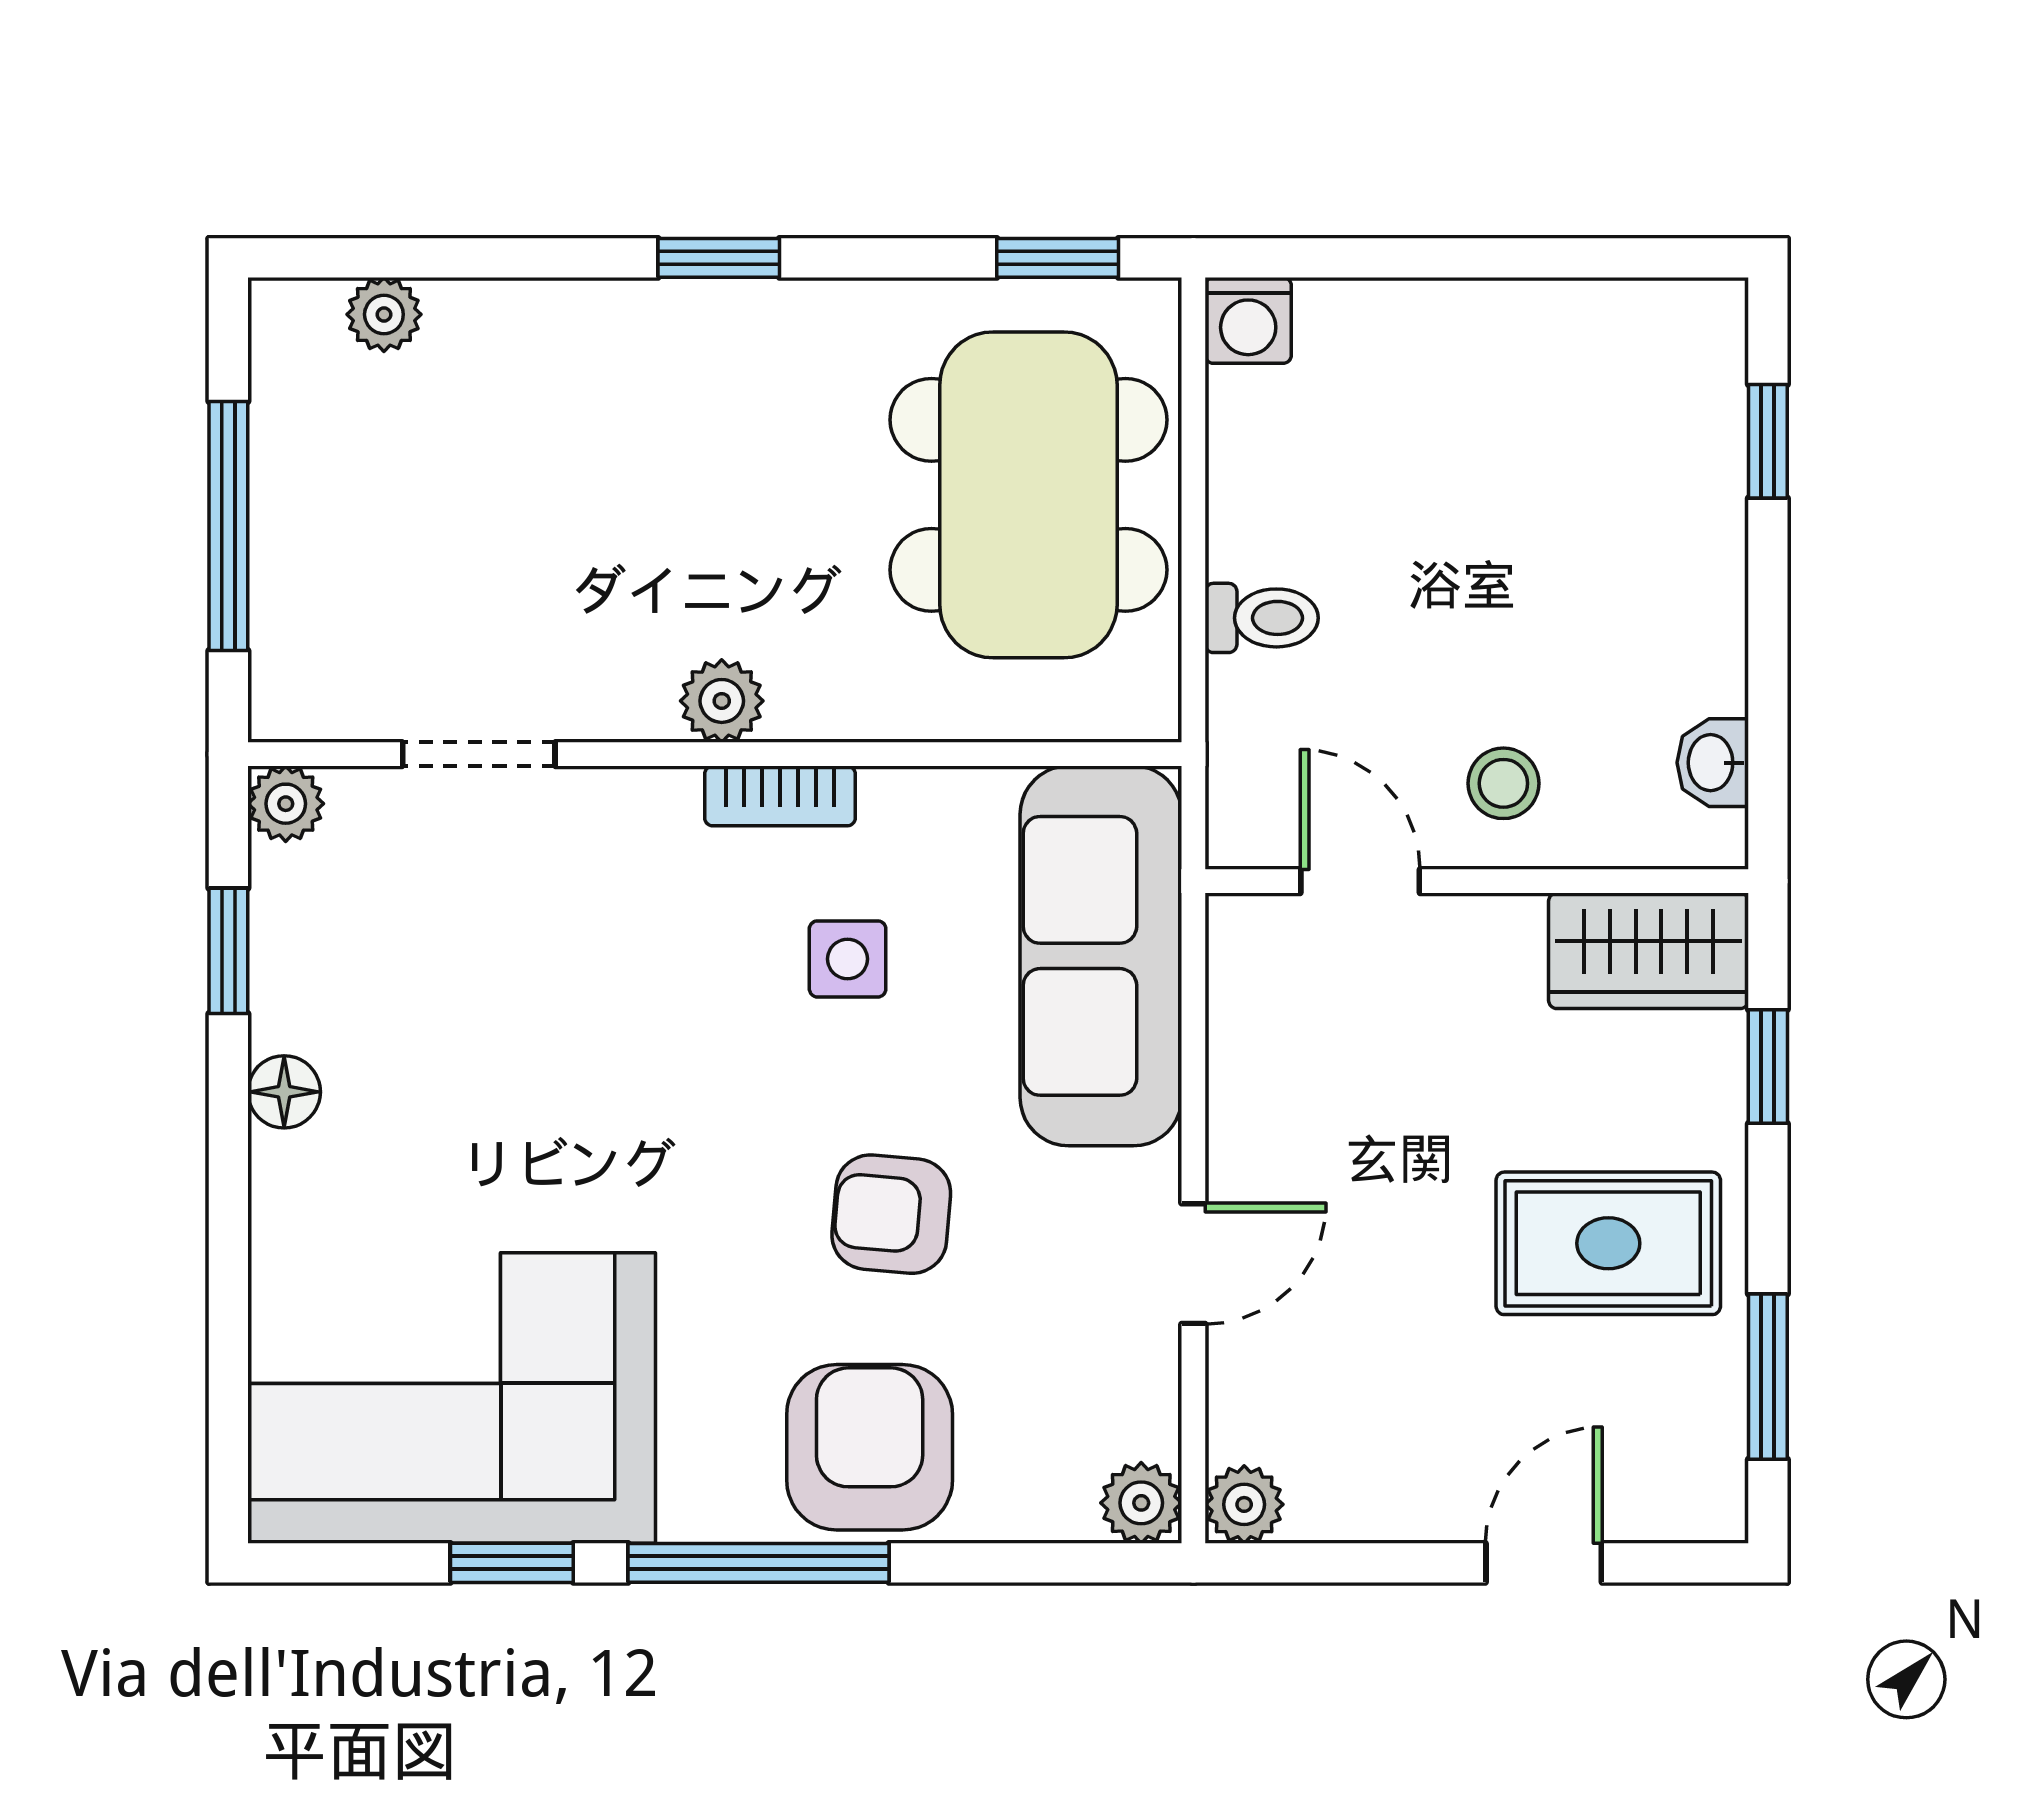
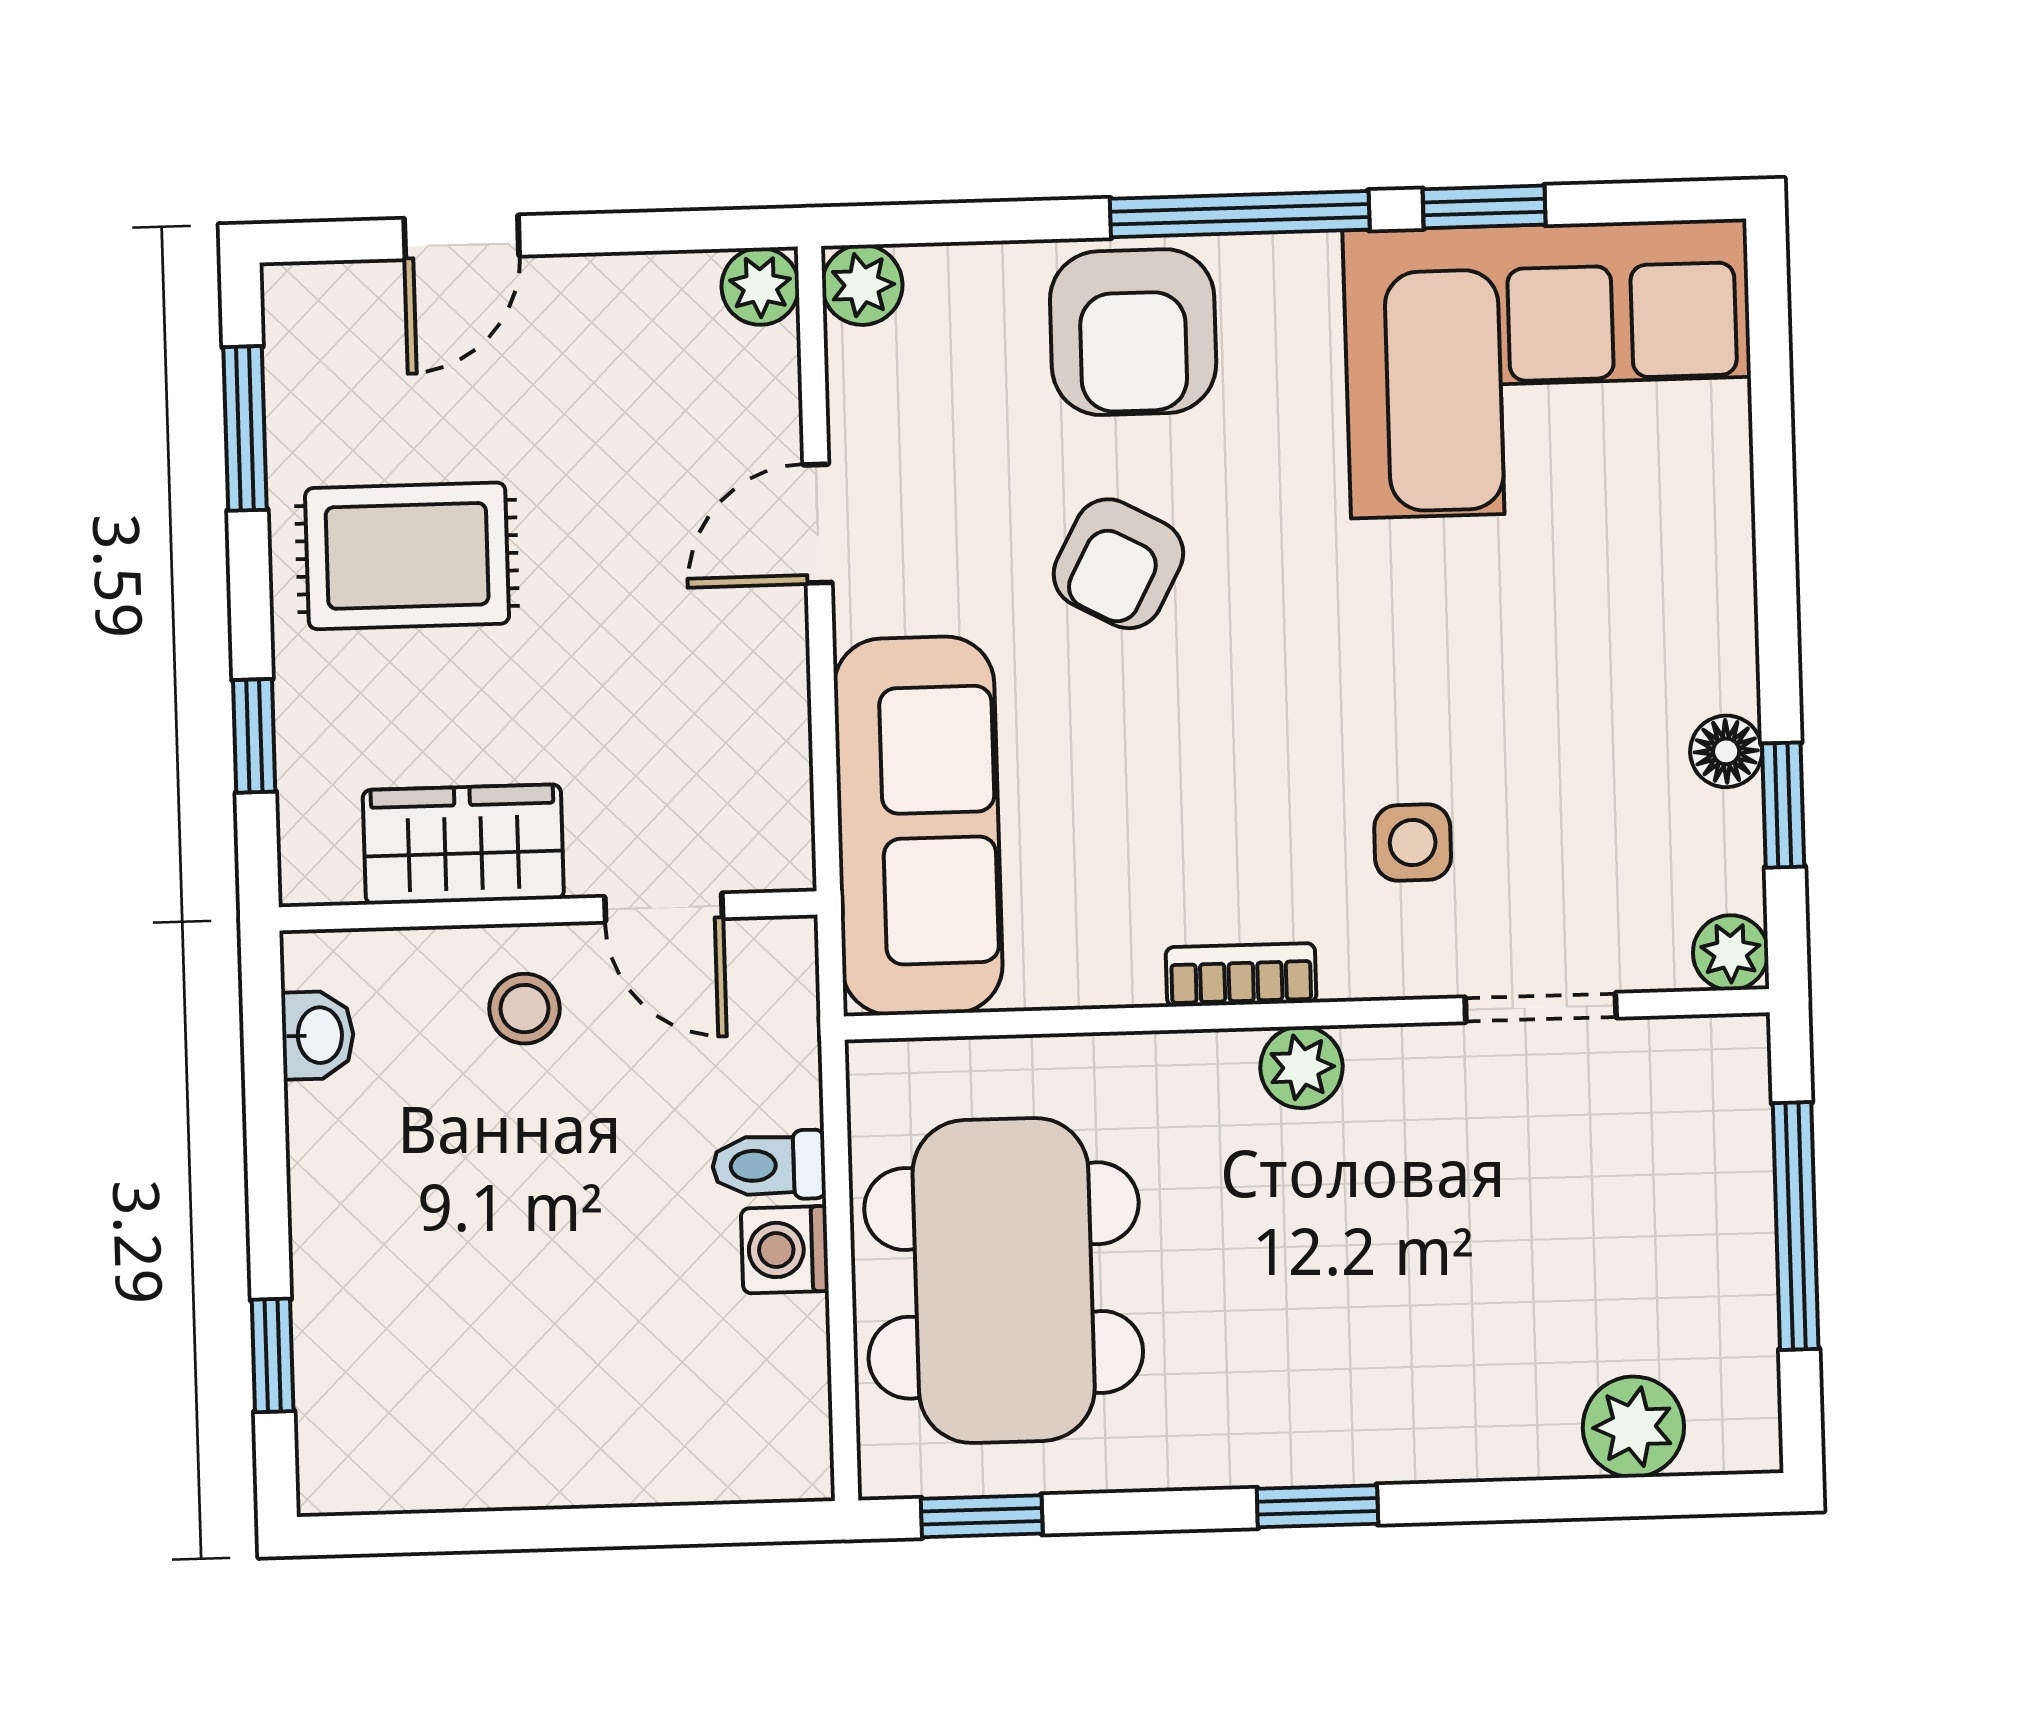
plant: (384, 314) -> (1633, 1427), width x1.38, depth x1.38
washing machine: (1248, 320) -> (785, 1250), moved, turned -90
wardrobe: (1648, 951) -> (463, 844), moved
side table: (848, 959) -> (1413, 843), moved
floor lamp: (284, 1092) -> (1726, 751), moved
armchair: (891, 1214) -> (1118, 564), turned 113

